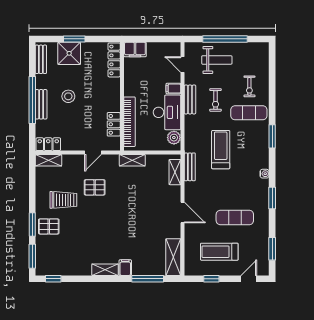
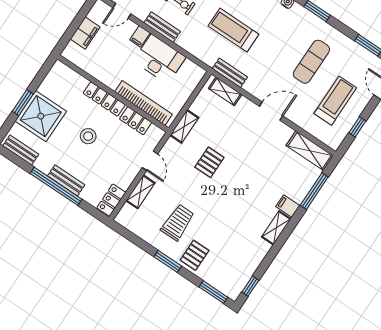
filing cabinet: (135, 50) -> (85, 33), moved
shower: (69, 53) -> (41, 116), width x1.37, depth x1.37
locker: (114, 60) -> (104, 99), moved
stool: (68, 96) -> (88, 136), moved
plant: (174, 138) -> (190, 69), removed
shelving: (48, 160) -> (140, 192), moved
pallet: (95, 187) -> (209, 162), moved
window: (32, 224) -> (168, 261), moved
treadmill: (219, 252) -> (335, 101), turned 180

